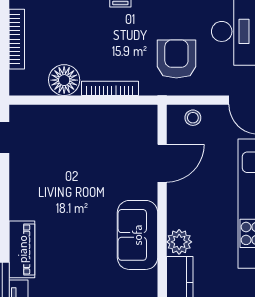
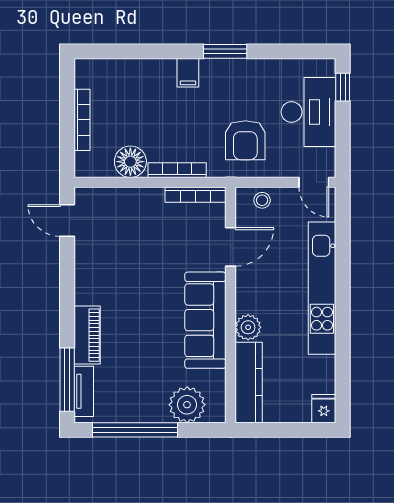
armchair: (176, 59) -> (245, 140), turned 180
bookcase: (128, 112) -> (195, 195), added
sofa: (137, 235) -> (205, 320), width x1.36

